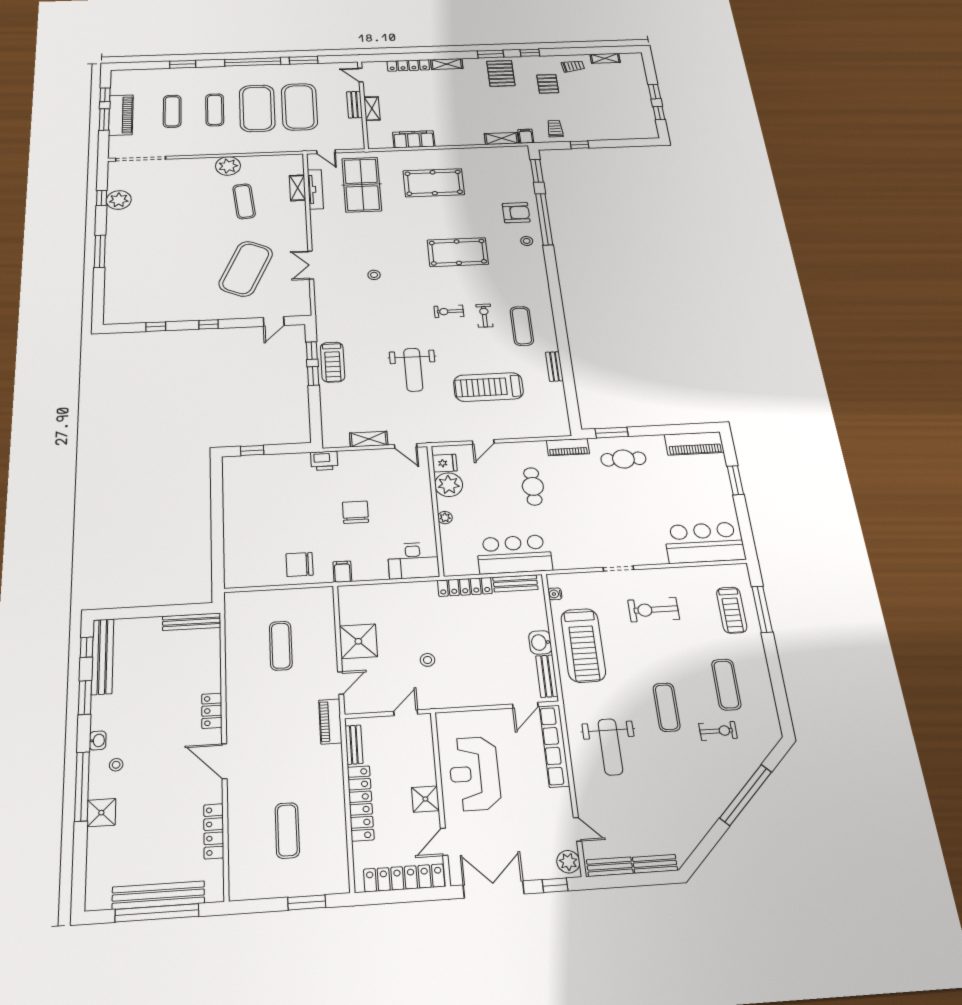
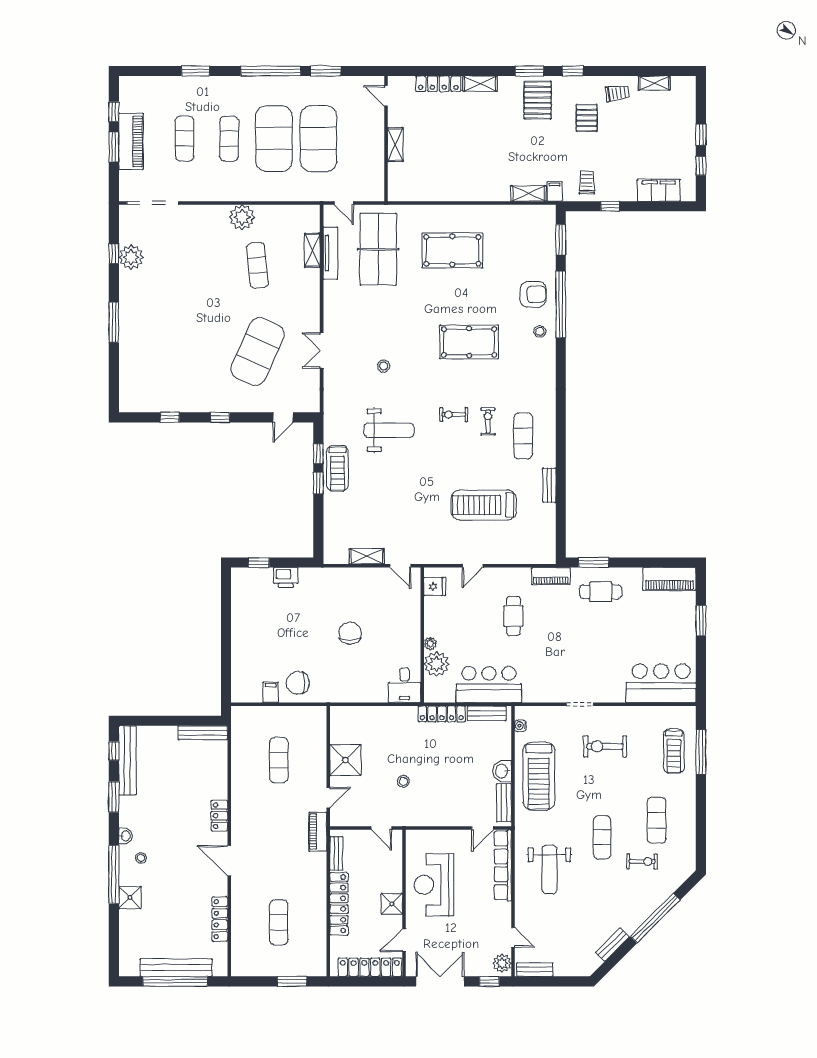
bench: (354, 105) -> (377, 138), removed
filing cabinet: (414, 139) -> (659, 190), moved
weight bench: (413, 370) -> (389, 430), moved, turned -90
printer: (324, 461) -> (286, 577), moved
plant: (449, 485) -> (437, 664), moved
desk: (413, 561) -> (404, 685), width x0.73
filing cabinet: (342, 572) -> (271, 692), moved
door: (406, 713) -> (381, 828), swing flipped
bench: (655, 864) -> (612, 945), moved, turned -45

